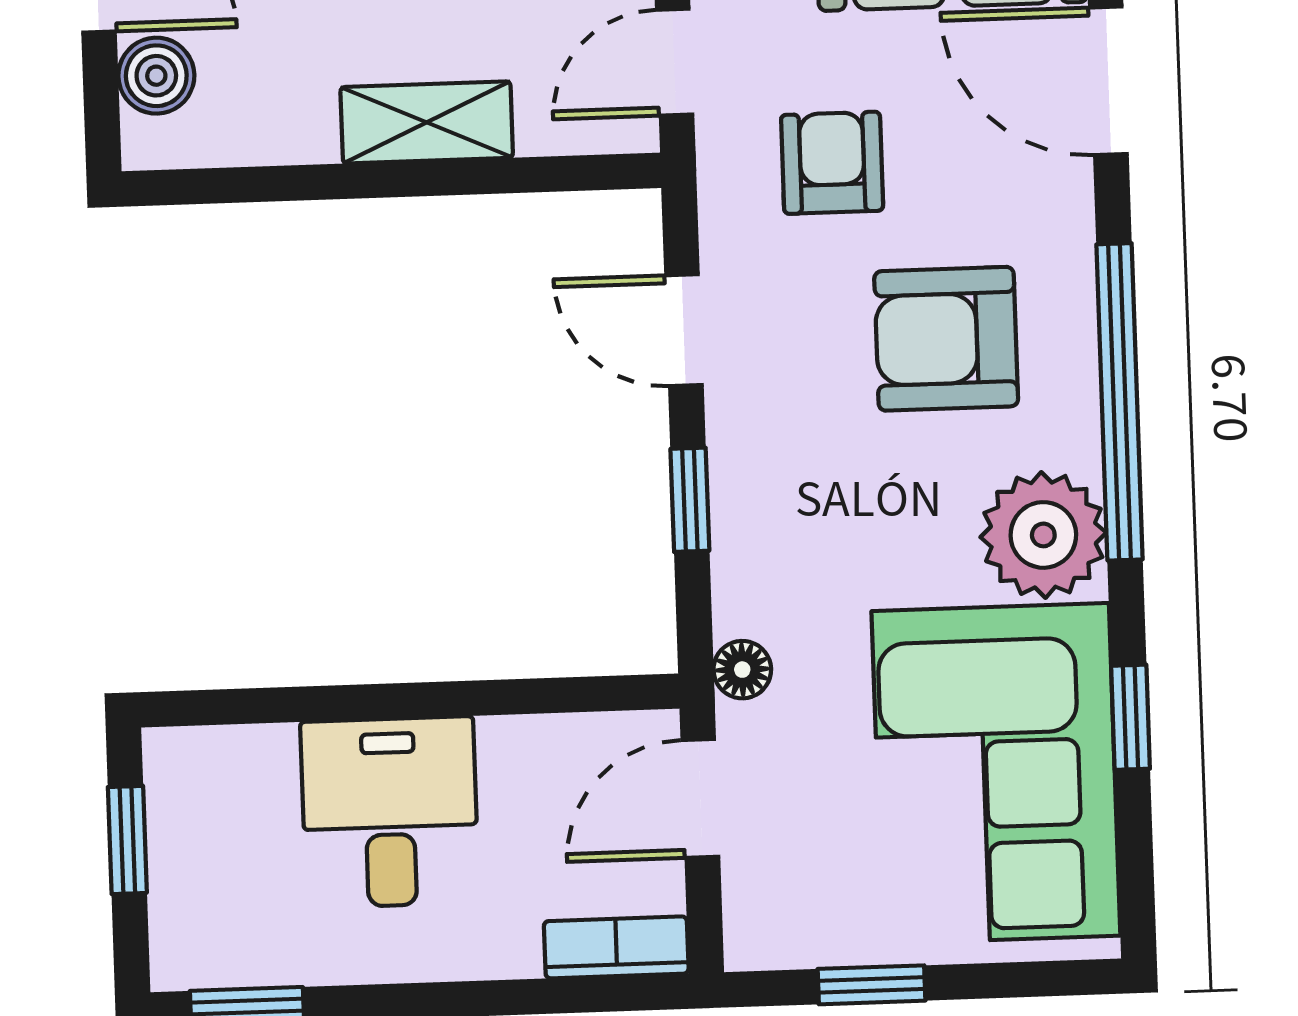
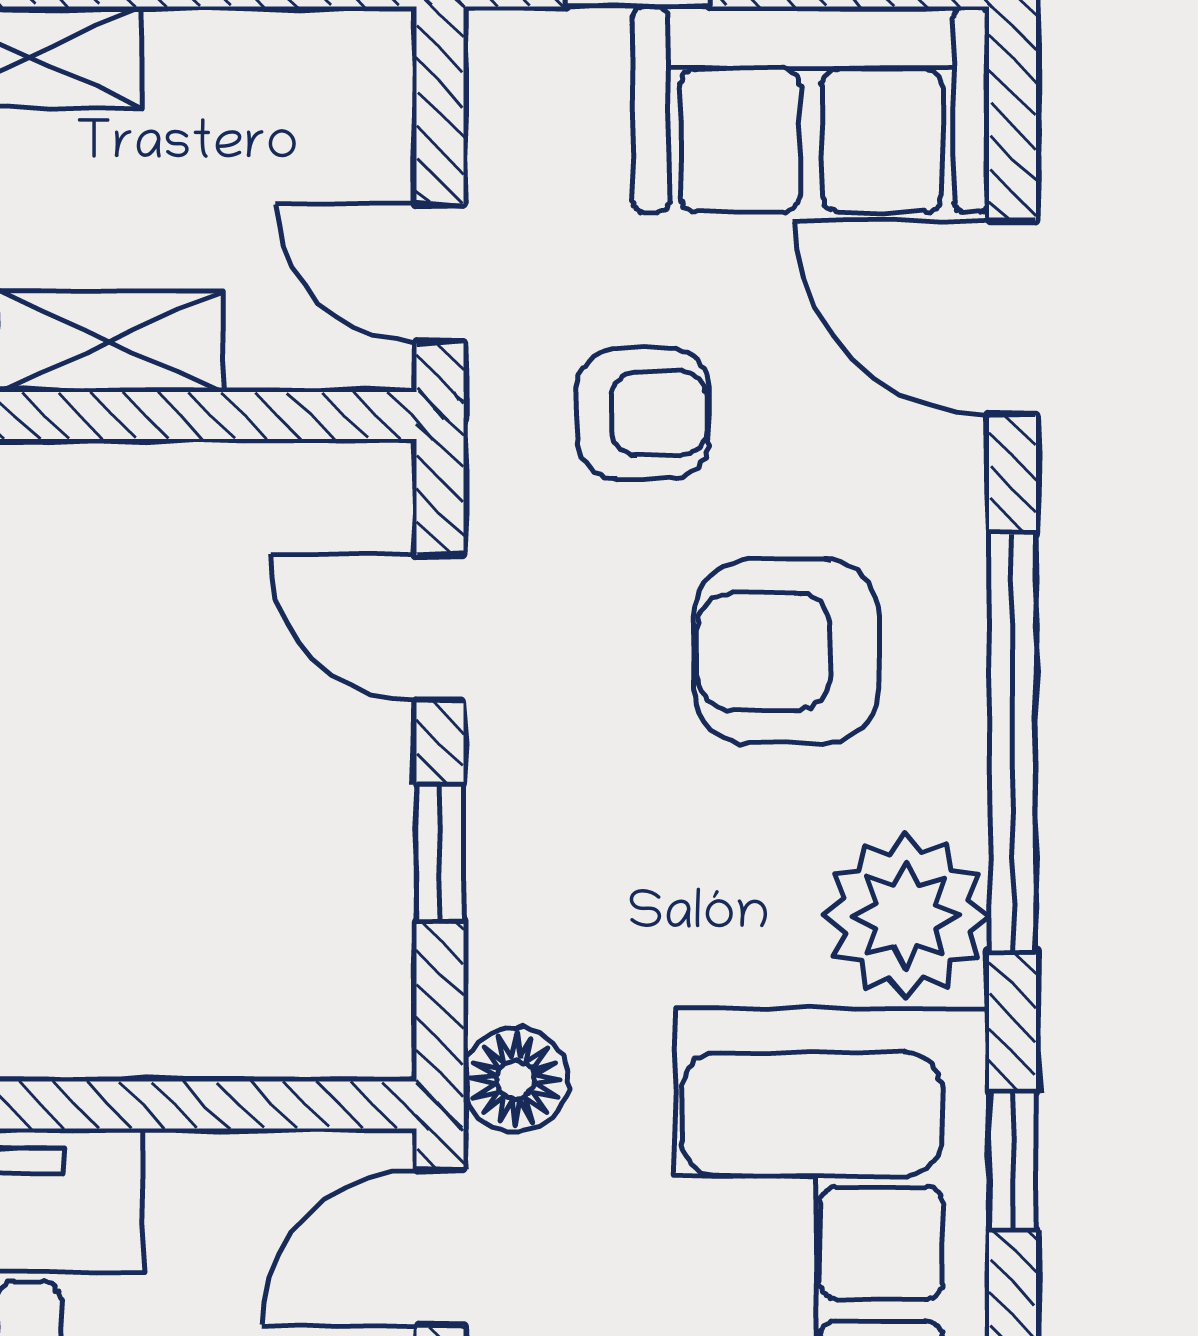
door: (675, 62) -> (440, 273), hinge flipped
armchair: (832, 163) -> (644, 414), turned 90
floor lamp: (742, 670) -> (516, 1080), width x1.37, depth x1.37

